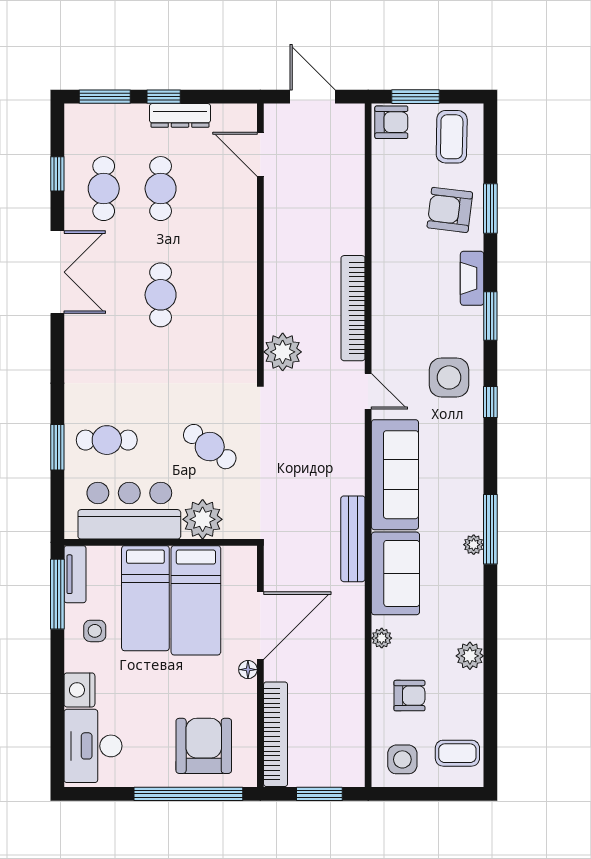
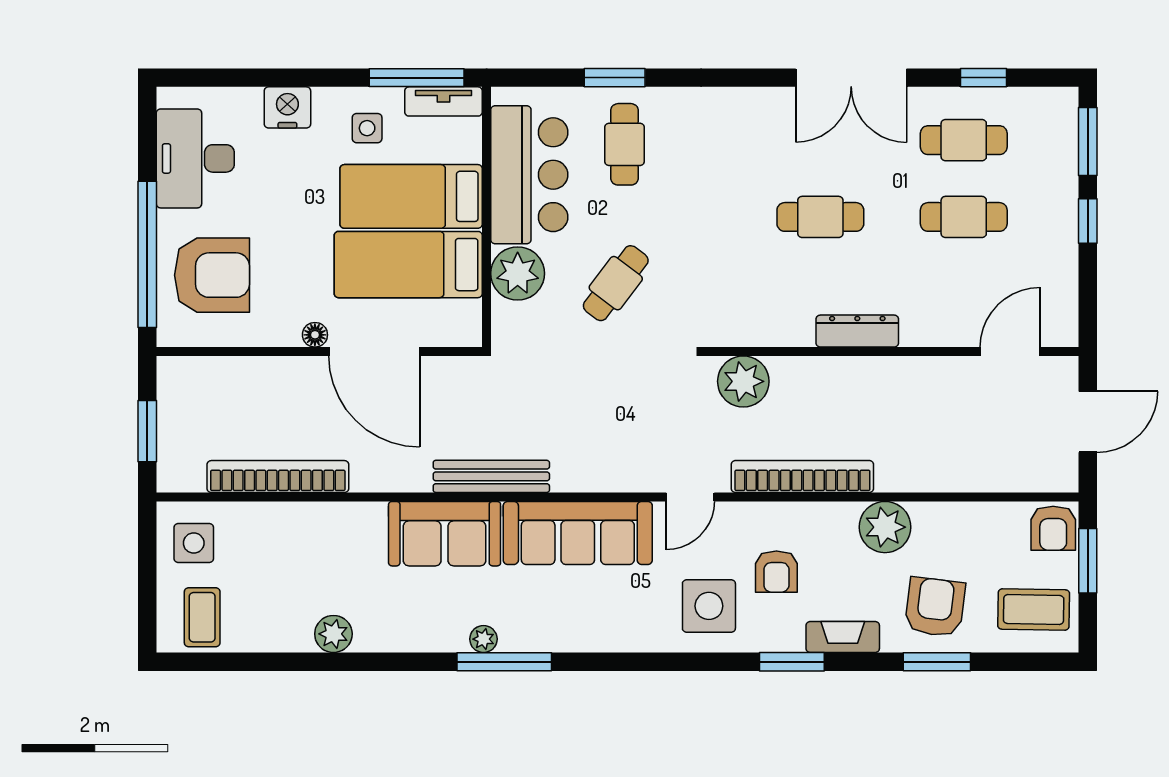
dresser: (180, 115) -> (857, 331), moved, turned 90
window: (490, 402) -> (676, 662), removed
plant: (382, 638) -> (885, 527), moved, width x1.88, depth x1.88
armchair: (409, 696) -> (776, 572), moved
bookcase: (276, 734) -> (278, 477), moved, turned 180
desk: (93, 746) -> (195, 158), moved, turned -90

